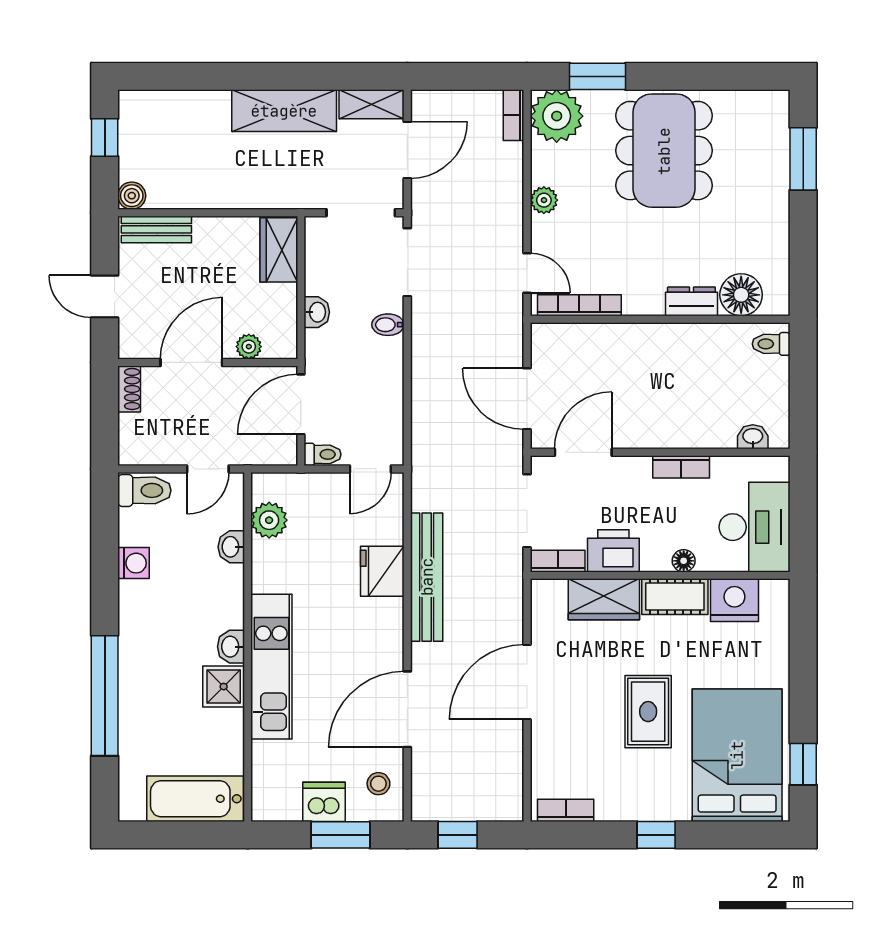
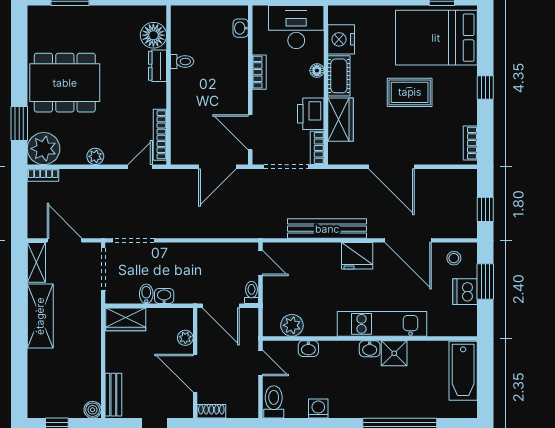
bidet: (388, 325) -> (146, 294), moved, turned 180
toilet: (771, 344) -> (182, 61), moved, turned -90
fridge: (382, 571) -> (357, 256), moved

